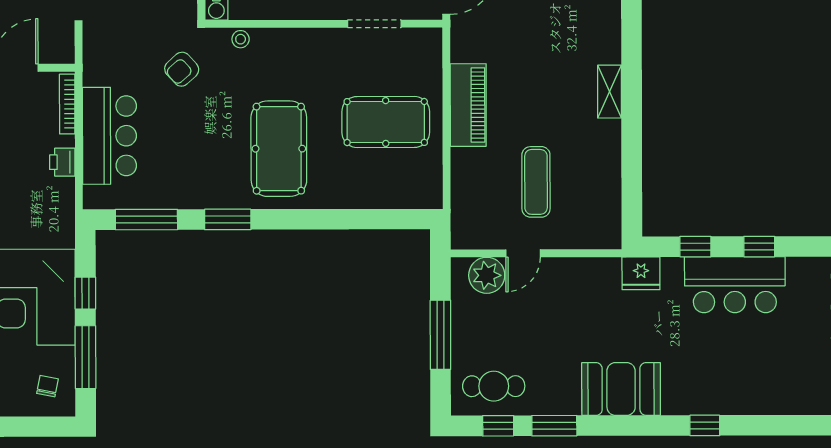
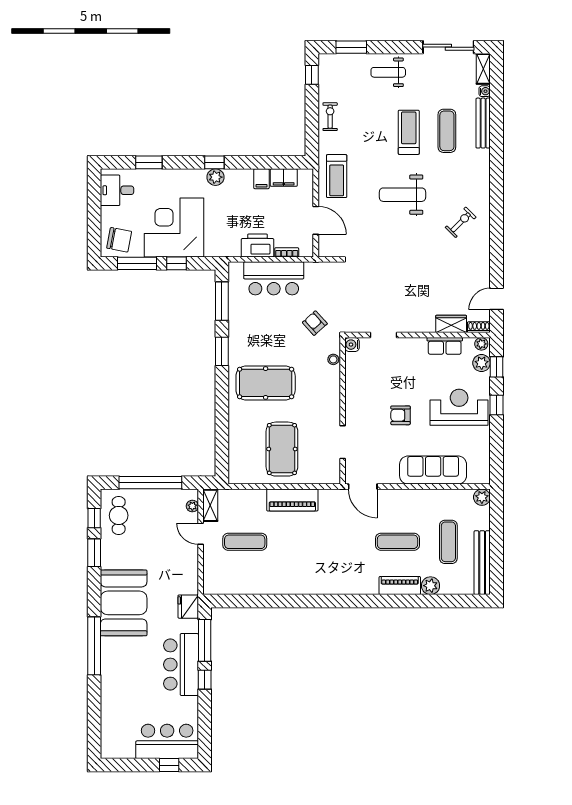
shelving: (609, 92) -> (210, 505), moved, turned 90
bookcase: (67, 104) -> (287, 252), width x0.64
printer: (62, 162) -> (257, 245), width x1.87, depth x1.48
window: (695, 247) -> (205, 640), width x2.17
plant: (487, 275) -> (192, 506), width x0.53, depth x0.53
window: (440, 335) -> (150, 483), width x1.46
chair: (47, 386) -> (119, 240), width x1.87, depth x1.87
booth: (621, 389) -> (124, 603), width x1.36, depth x1.42
window: (705, 425) -> (94, 646), width x3.17

